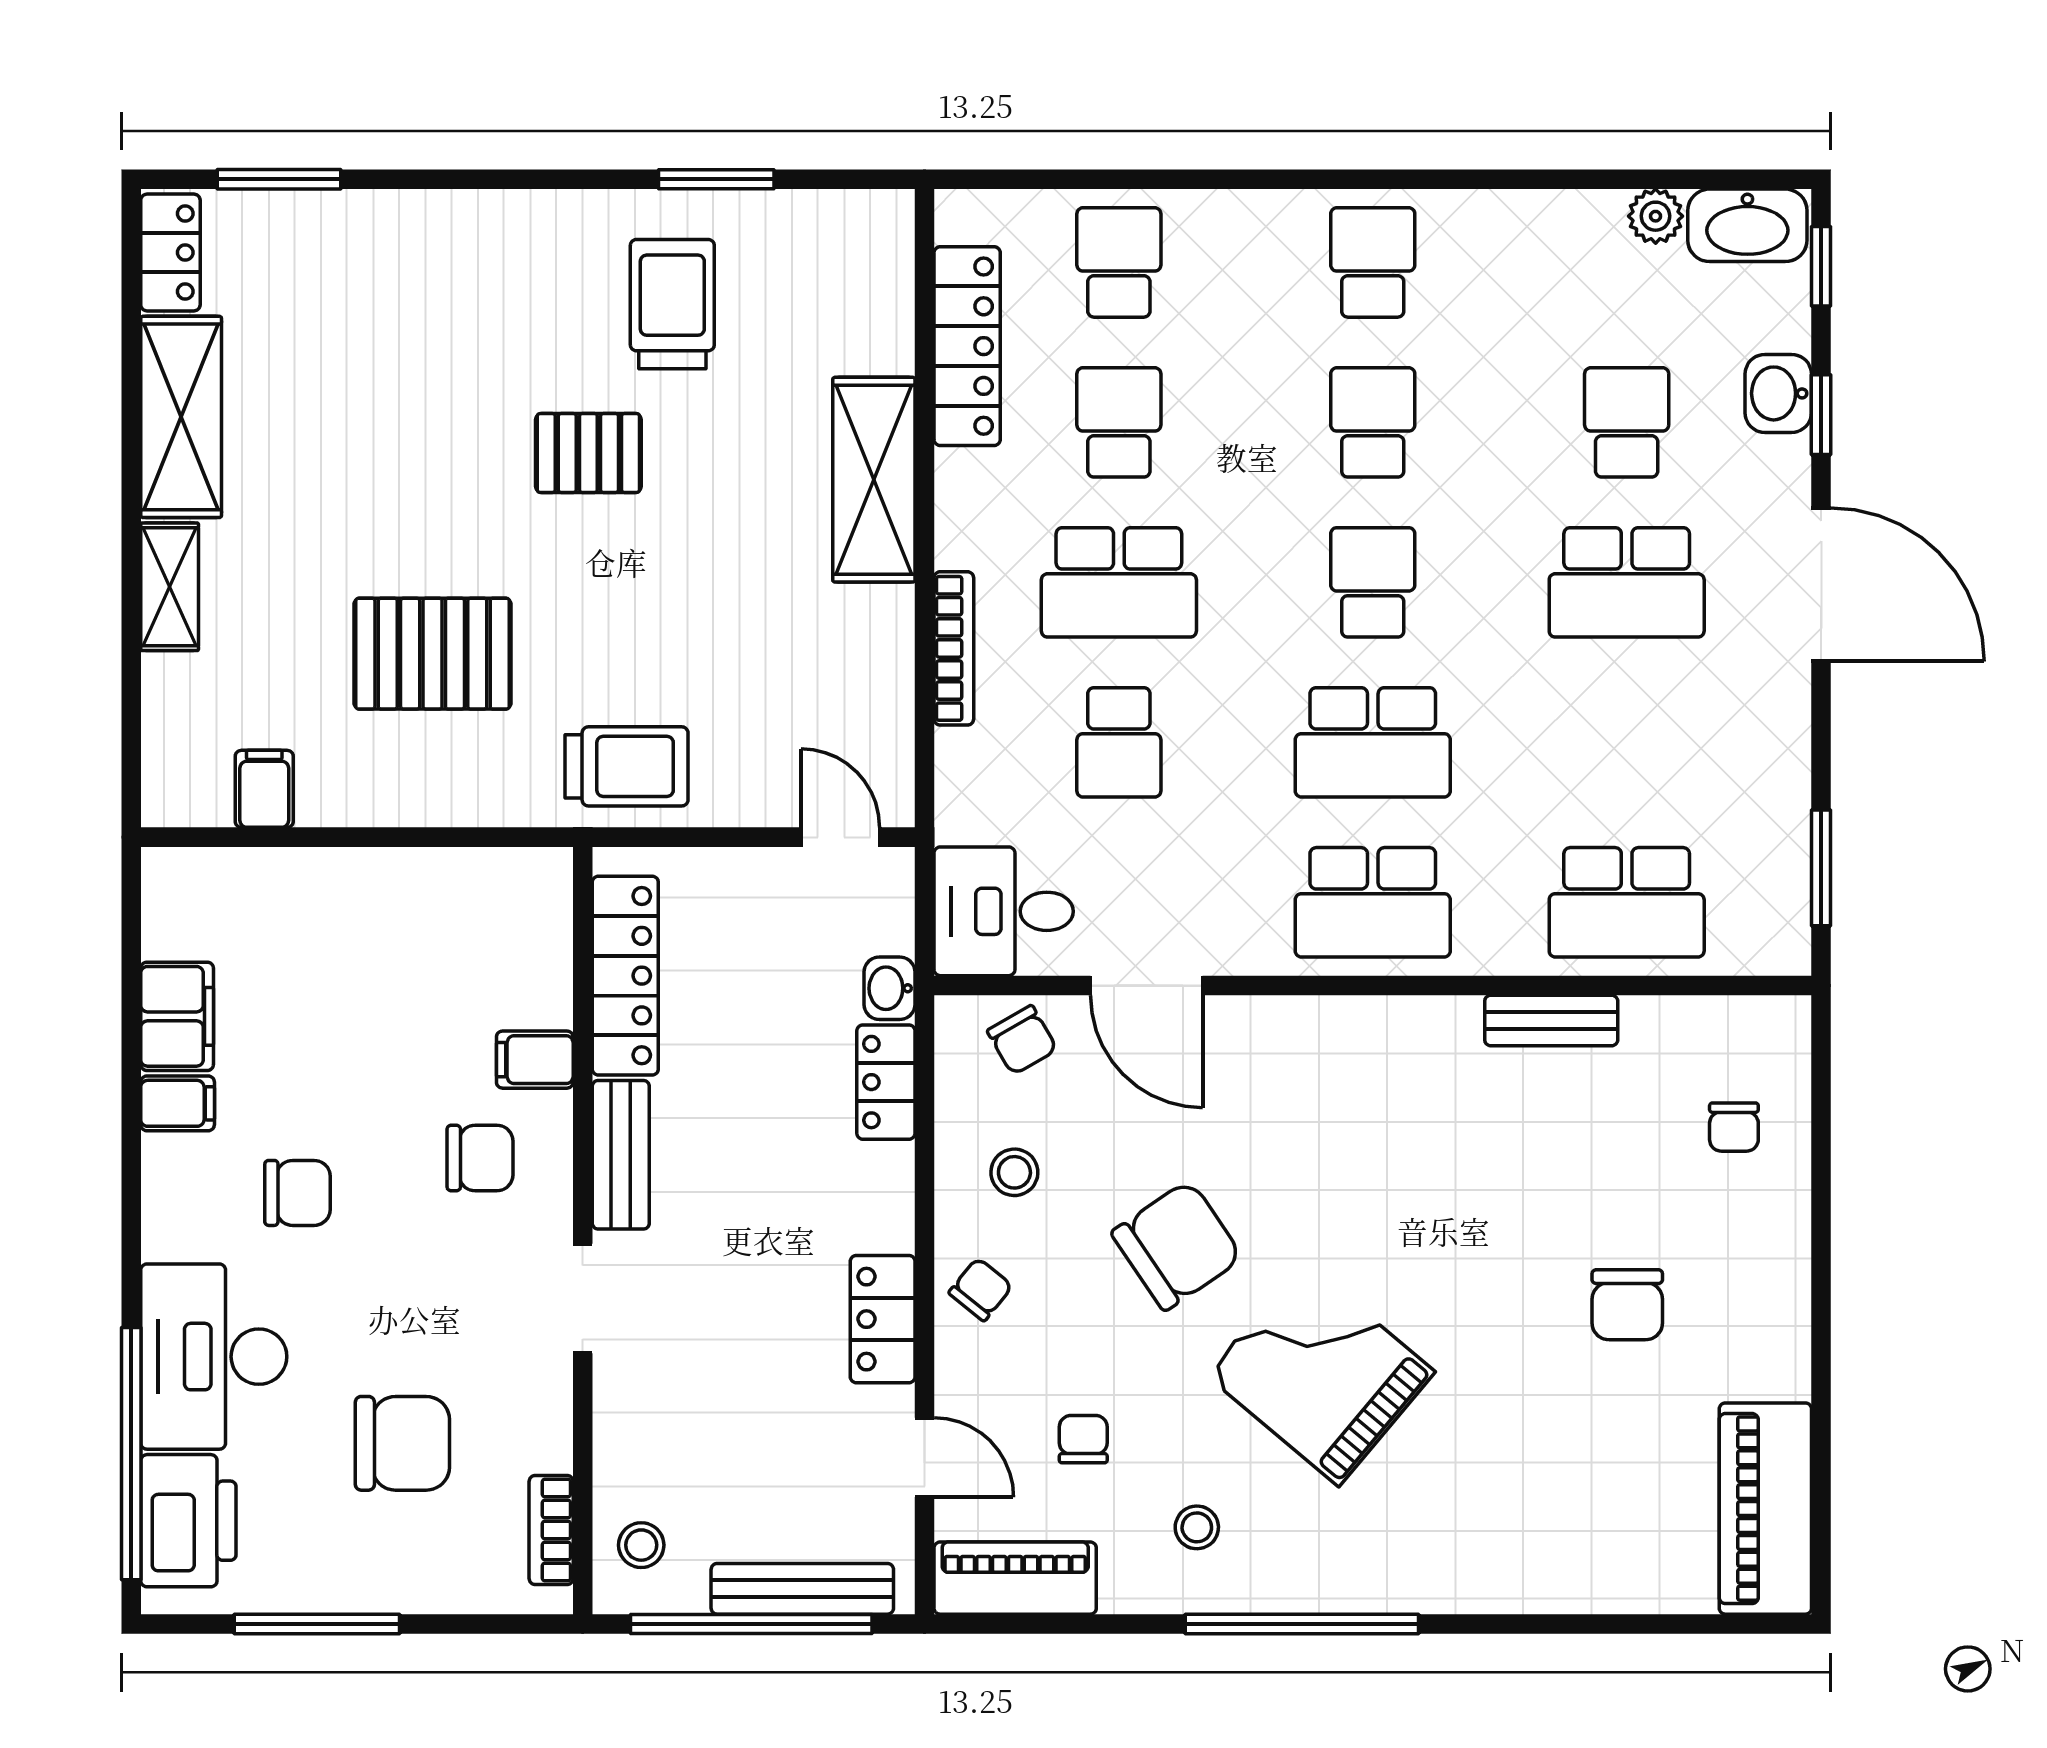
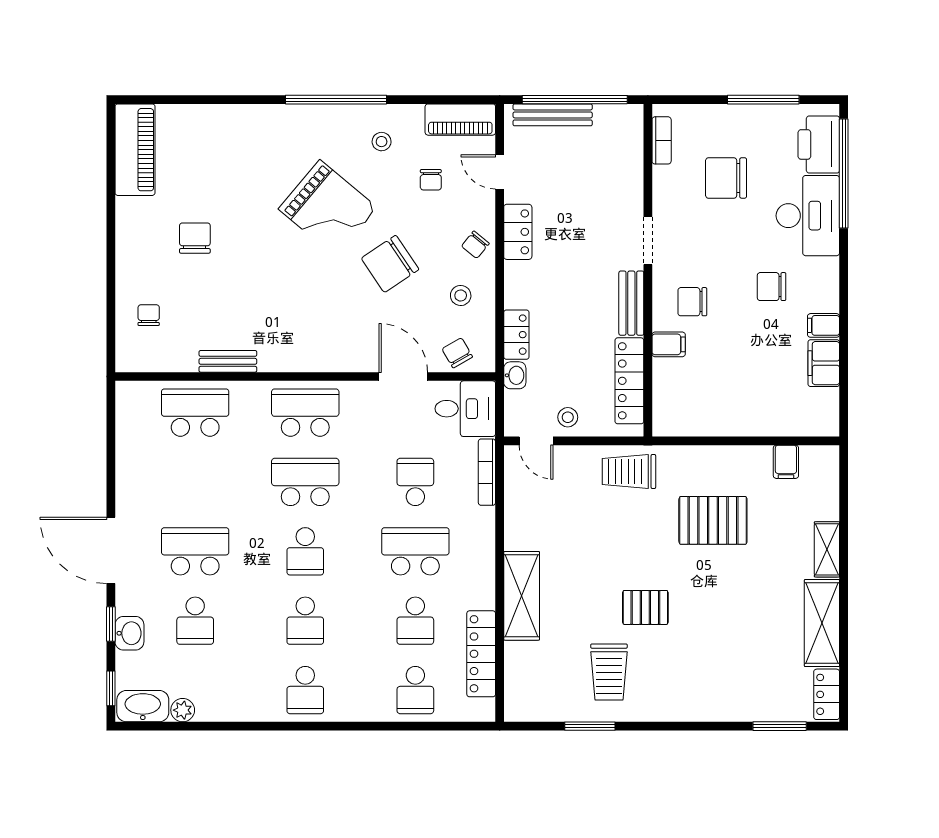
bookcase: (954, 648) -> (487, 472), moved
window: (1821, 868) -> (111, 428), removed
stool: (641, 1545) -> (568, 417), moved

